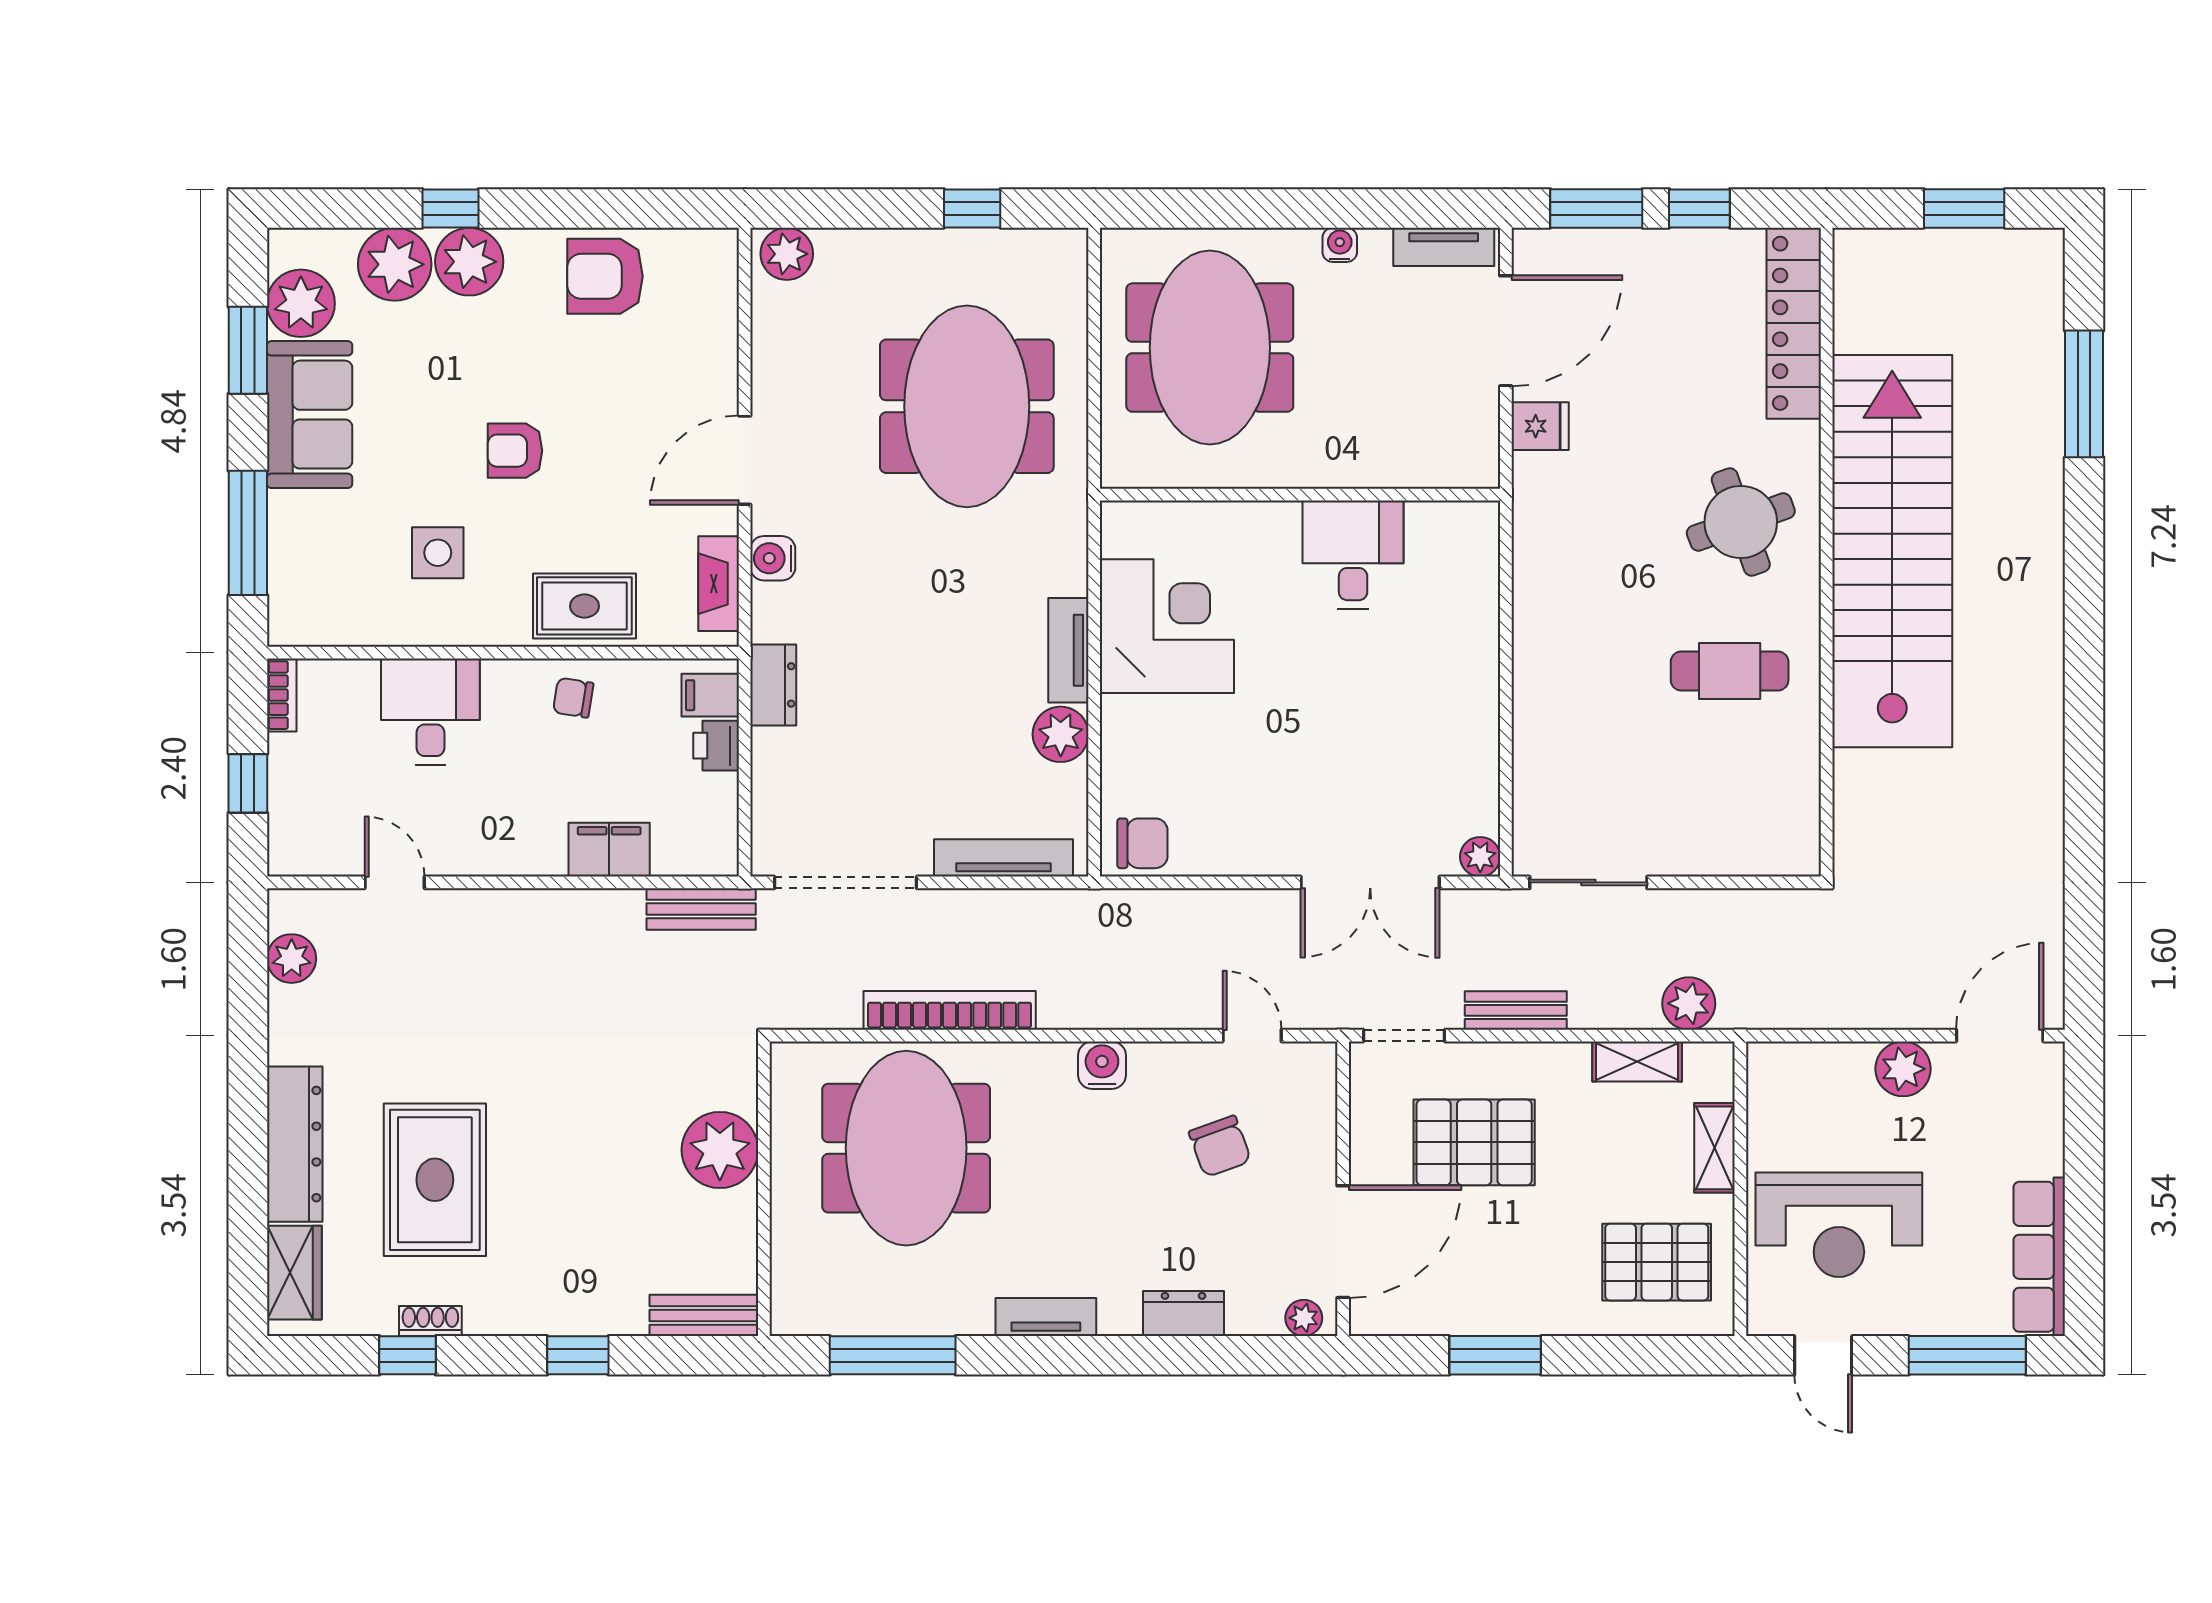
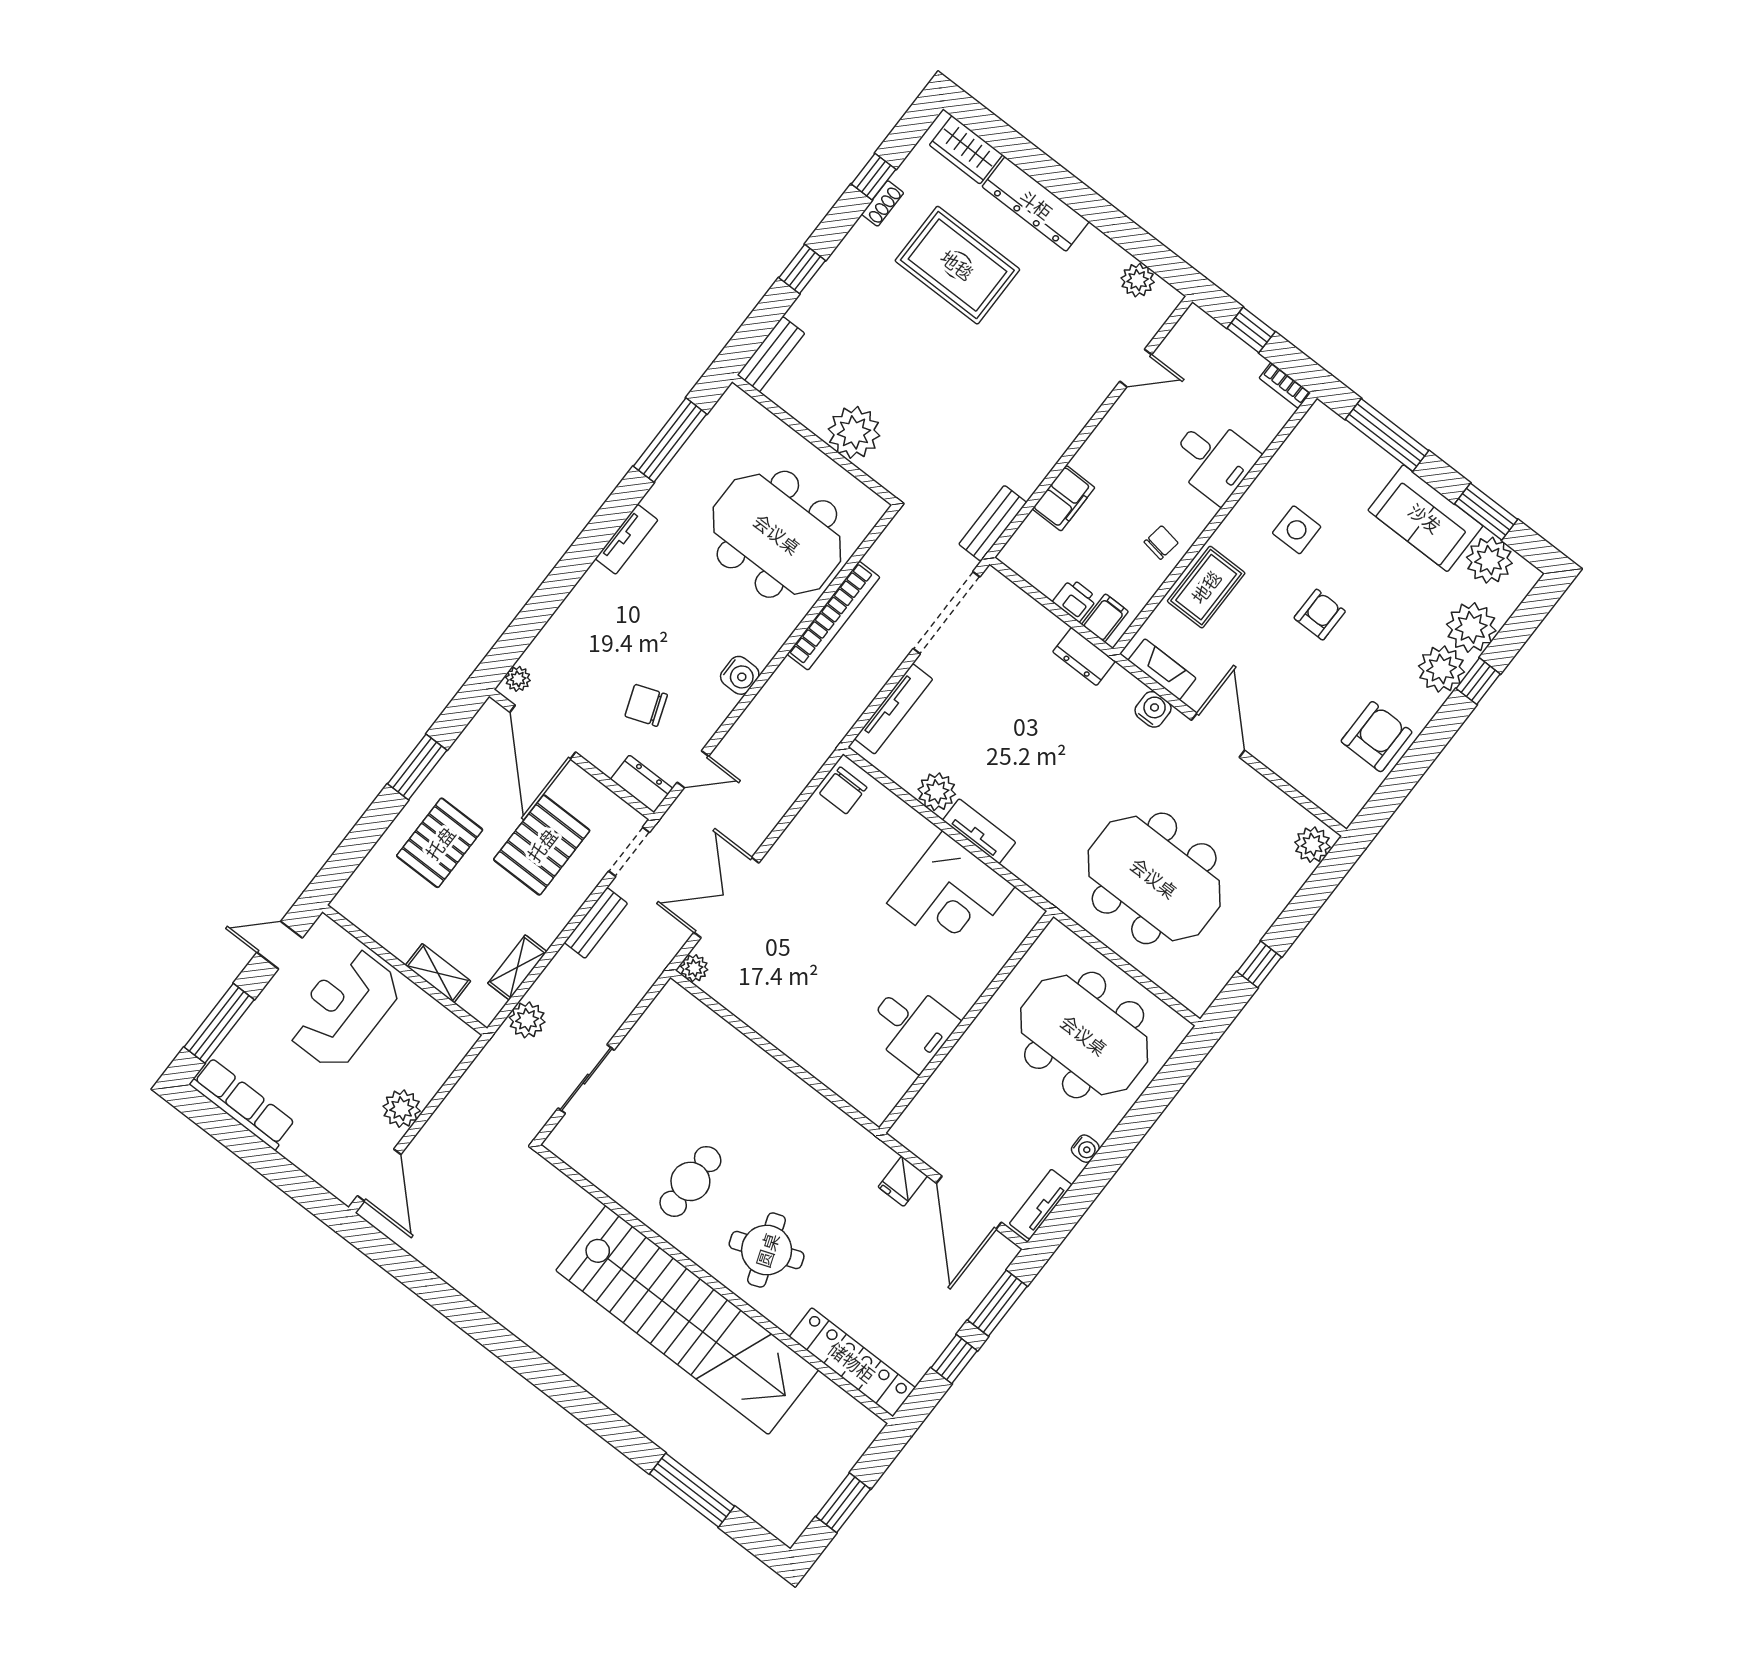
sliding door: (1588, 882) -> (586, 1079), moved
pallet: (1657, 1262) -> (440, 843), moved
dresser: (1184, 1314) -> (642, 784), moved, turned -90

